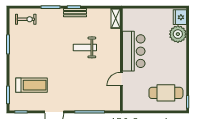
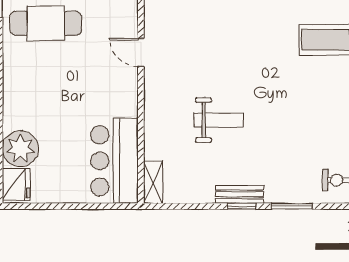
bar counter: (134, 51) -> (114, 161), moved
door: (121, 79) -> (141, 52), swing flipped

